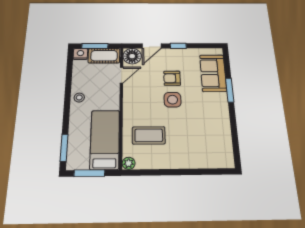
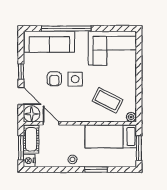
sofa: (213, 73) -> (49, 42), width x1.36
window: (230, 90) -> (66, 28), width x2.11
coffee table: (149, 135) -> (107, 100), turned -63
corner sofa: (212, 140) -> (112, 48), added
window: (64, 148) -> (96, 170), moved

